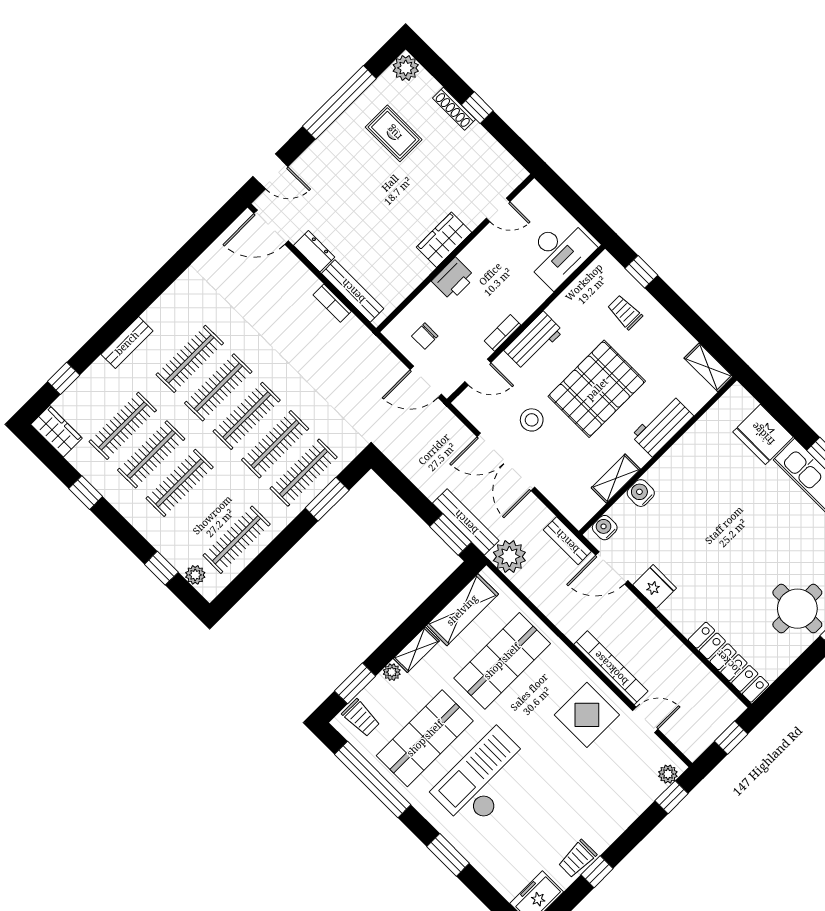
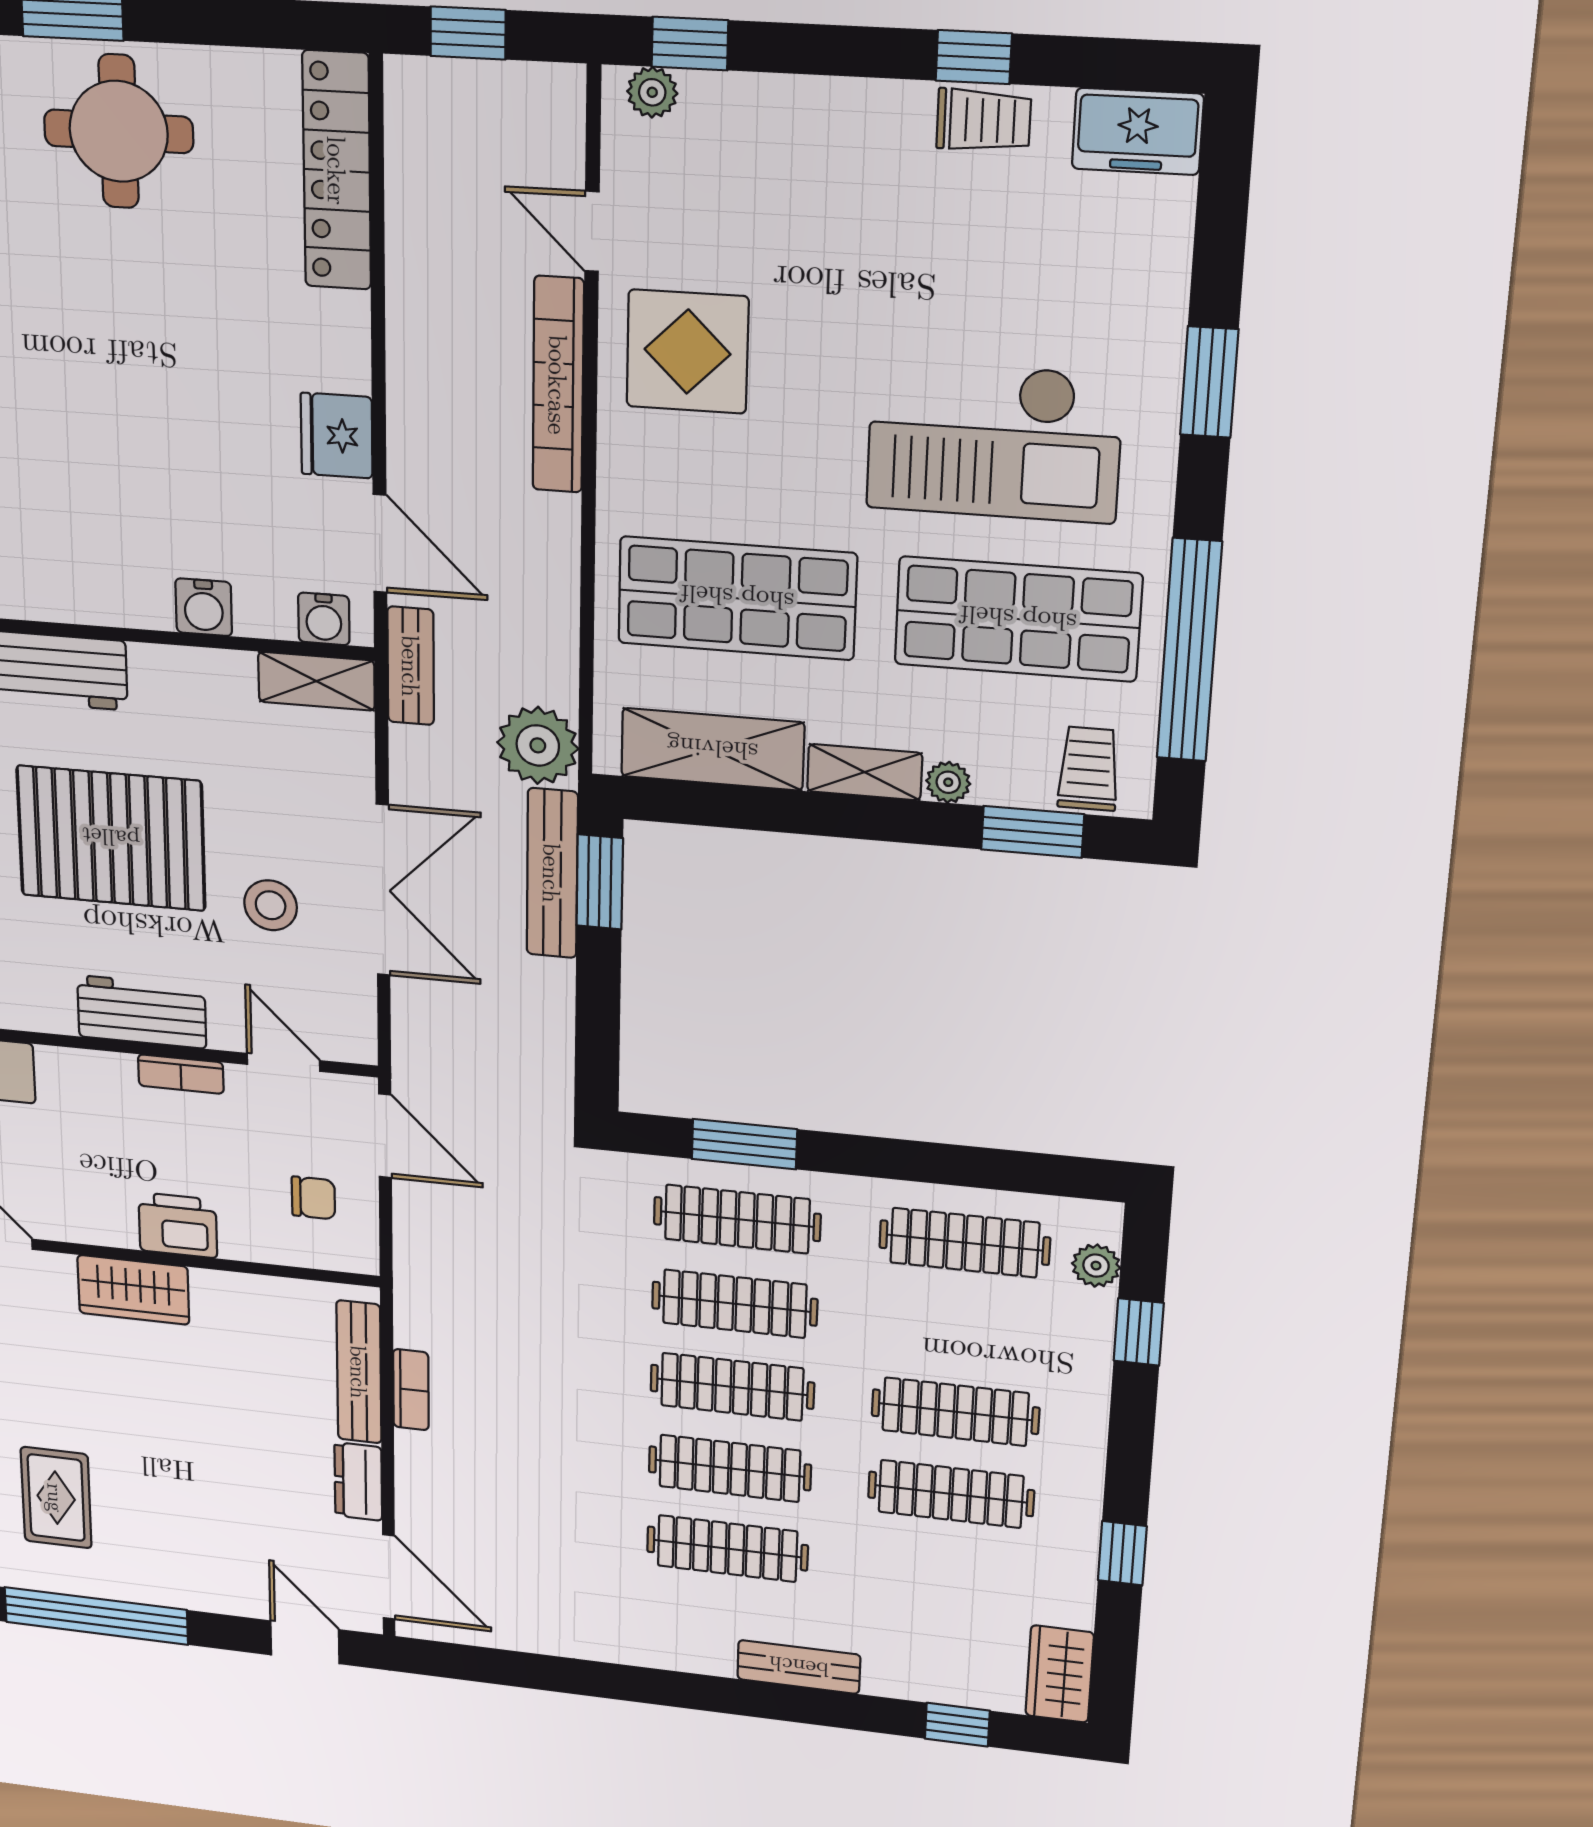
clothes rail: (123, 426) -> (946, 1575), removed
shelving: (616, 478) -> (316, 681), moved

